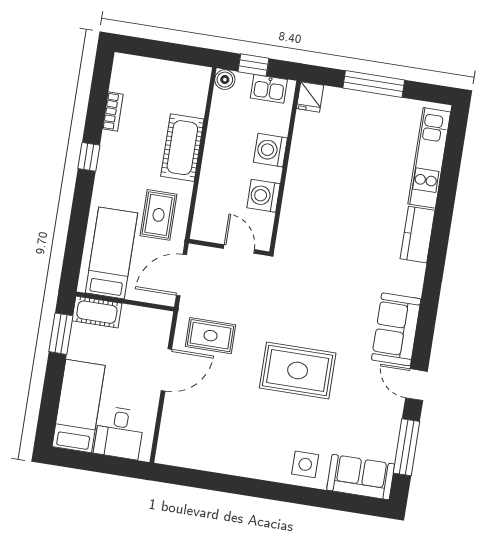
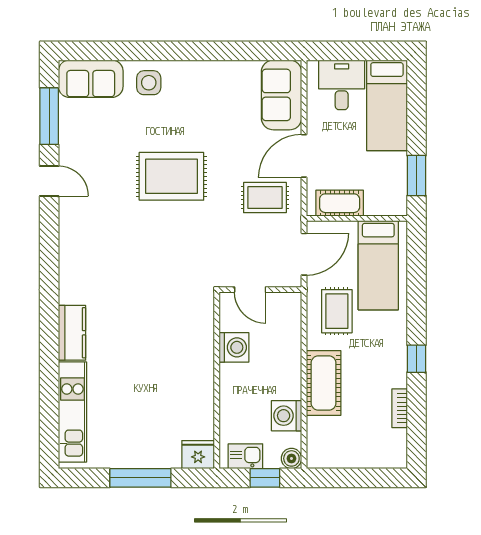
fridge: (310, 97) -> (198, 455), width x1.38
washing machine: (270, 150) -> (287, 416), moved, turned 180
cot: (97, 312) -> (340, 203), moved
sofa: (396, 329) -> (282, 95), moved, turned 180

